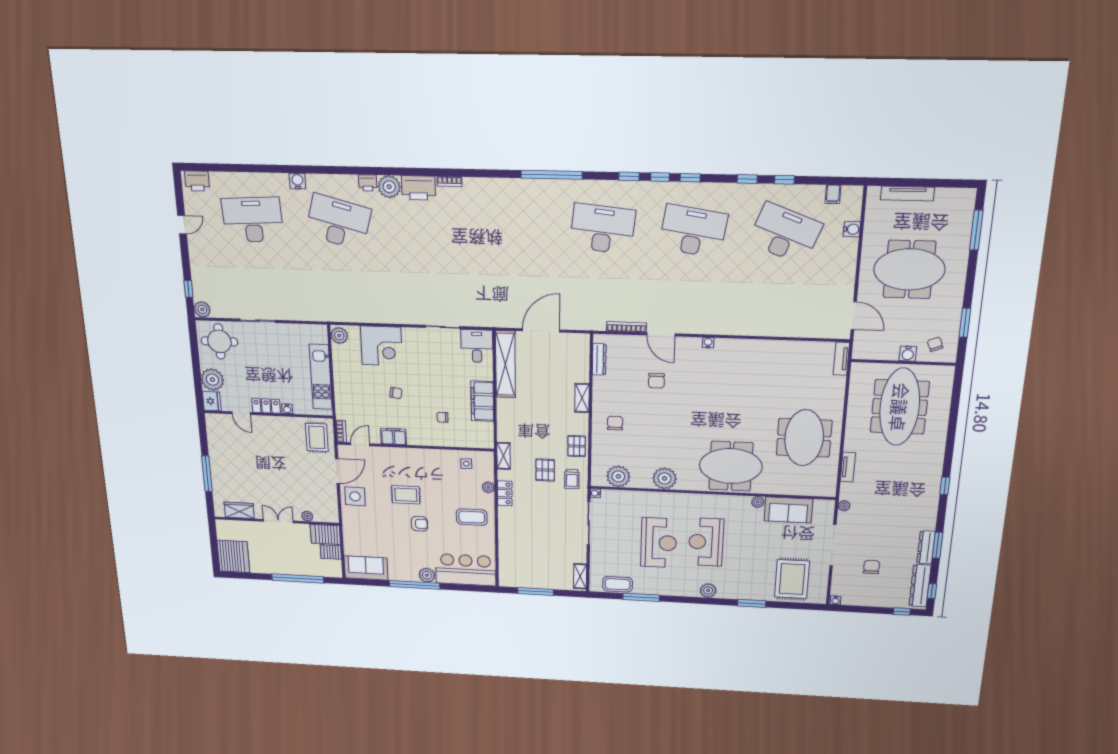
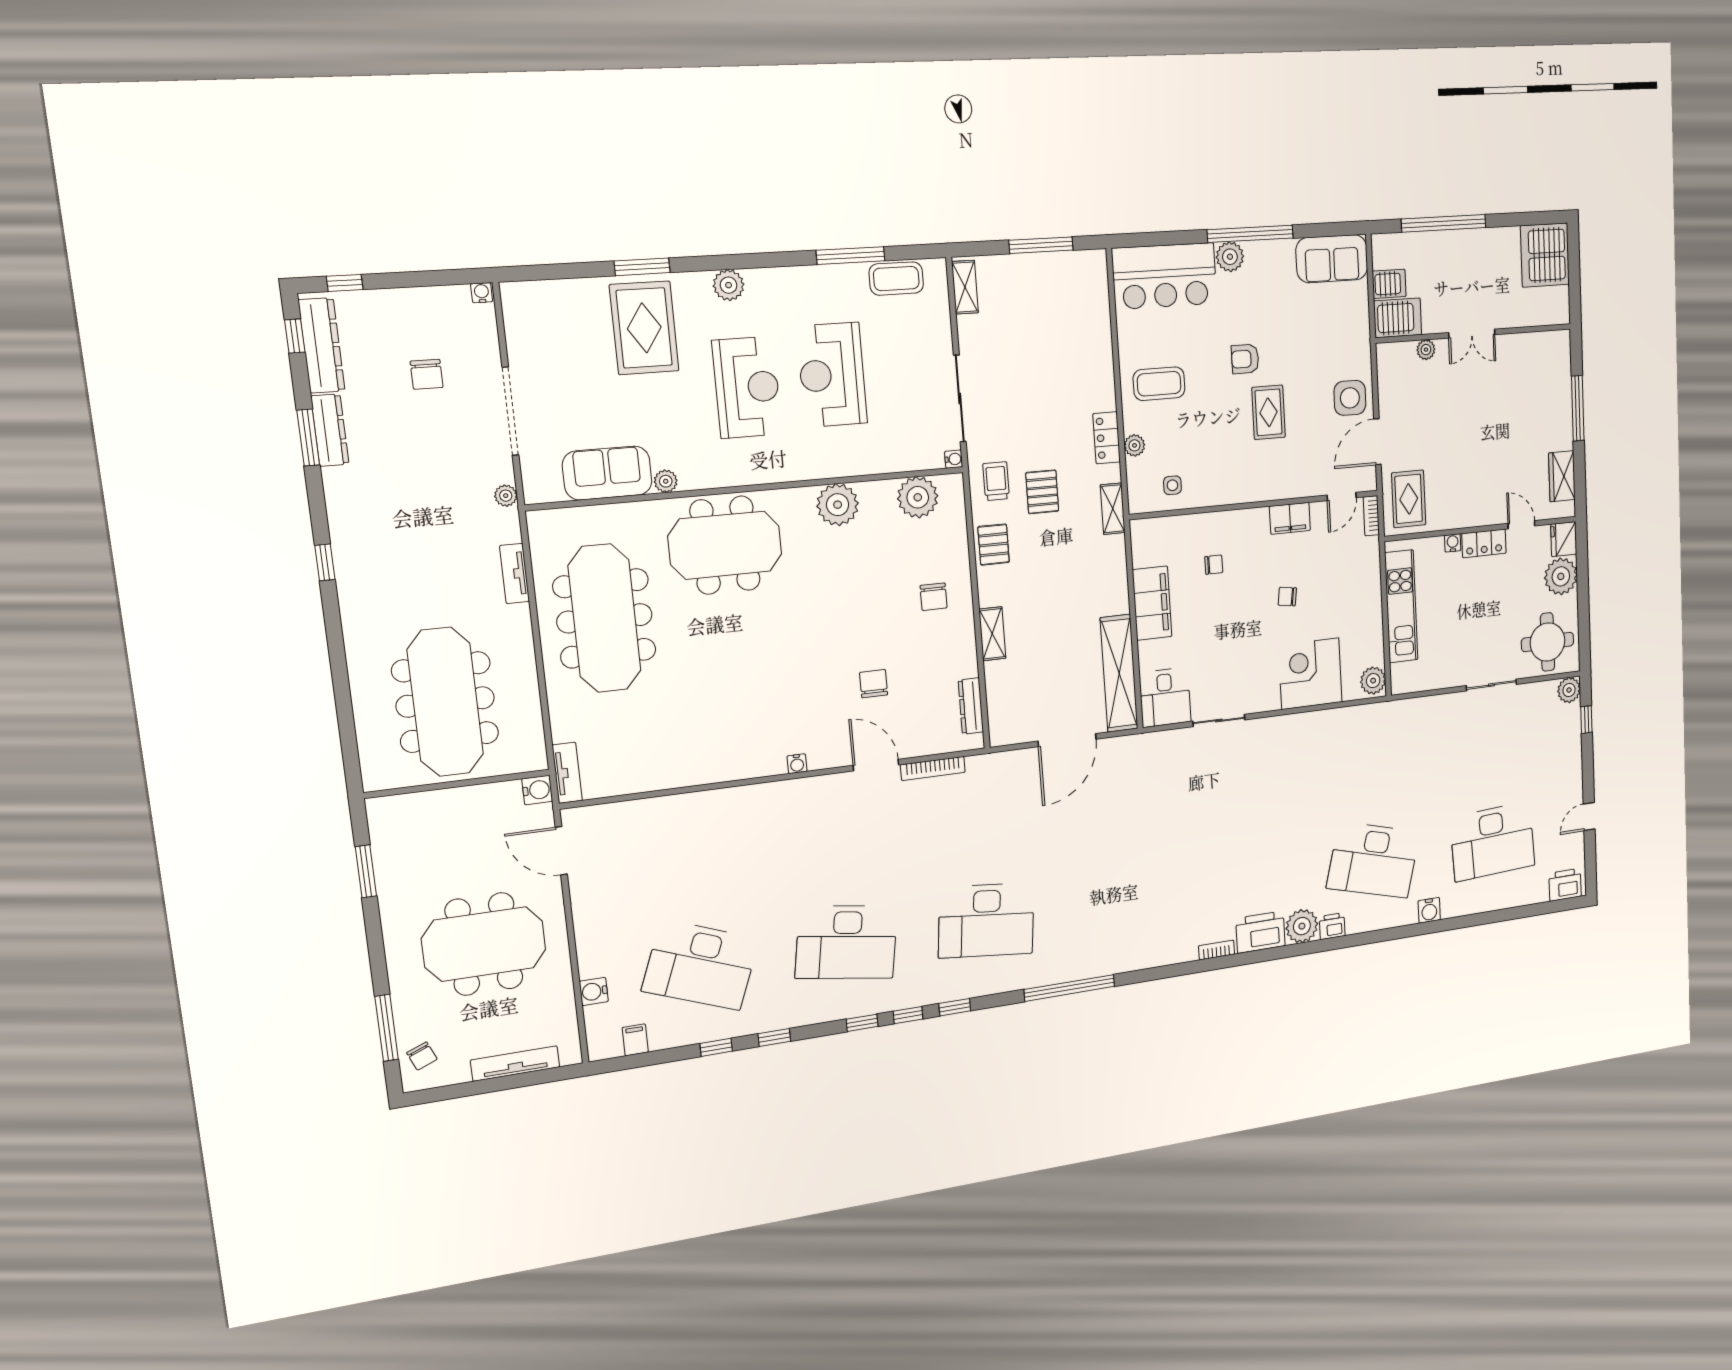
chair: (935, 344) -> (422, 1056), moved
water cooler: (908, 354) -> (537, 790), moved, turned 90
meeting table: (804, 438) -> (605, 618), width x1.36
rug: (406, 495) -> (1269, 412), turned 90
wardrobe: (239, 510) -> (1562, 476), moved, turned 90
rug: (792, 579) -> (644, 328), moved

